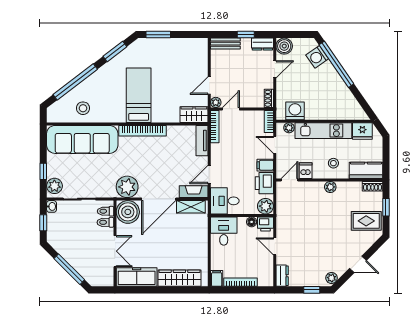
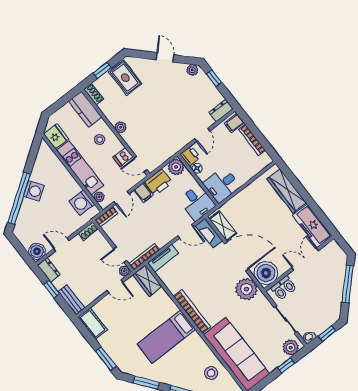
cot: (194, 46) -> (93, 324), added
washing machine: (317, 57) -> (34, 191), moved
filing cabinet: (217, 278) -> (234, 123), moved

